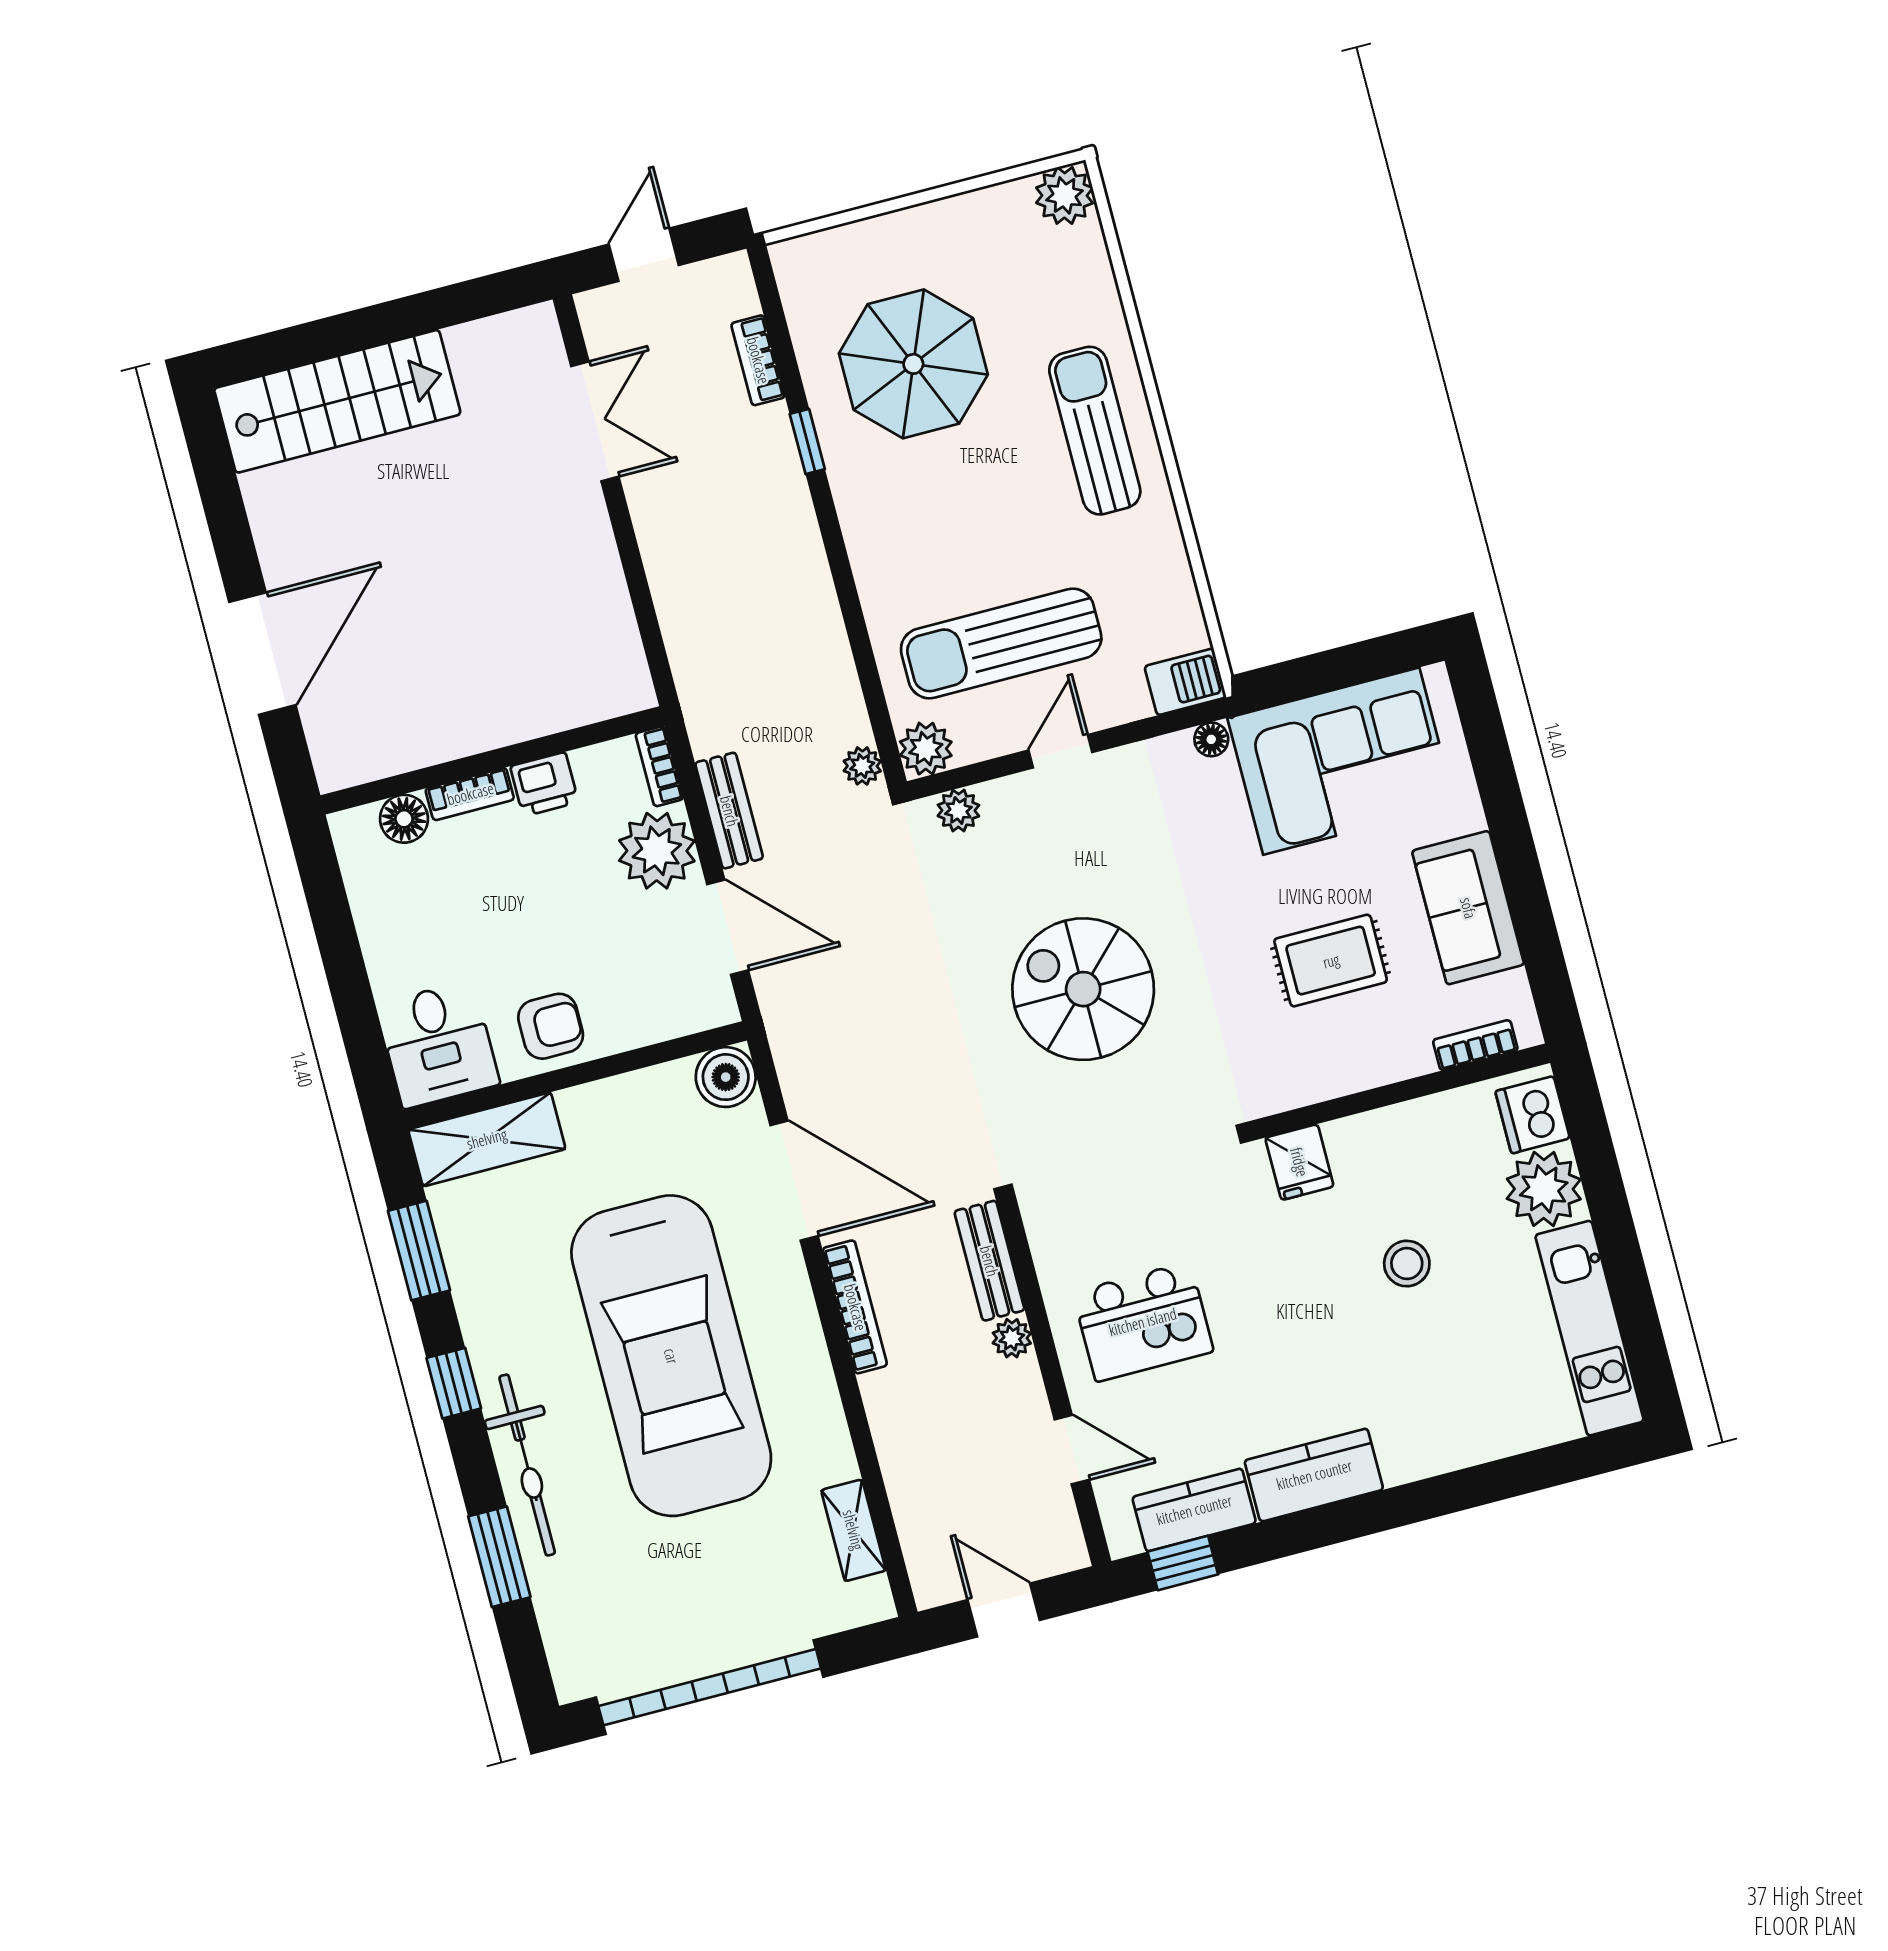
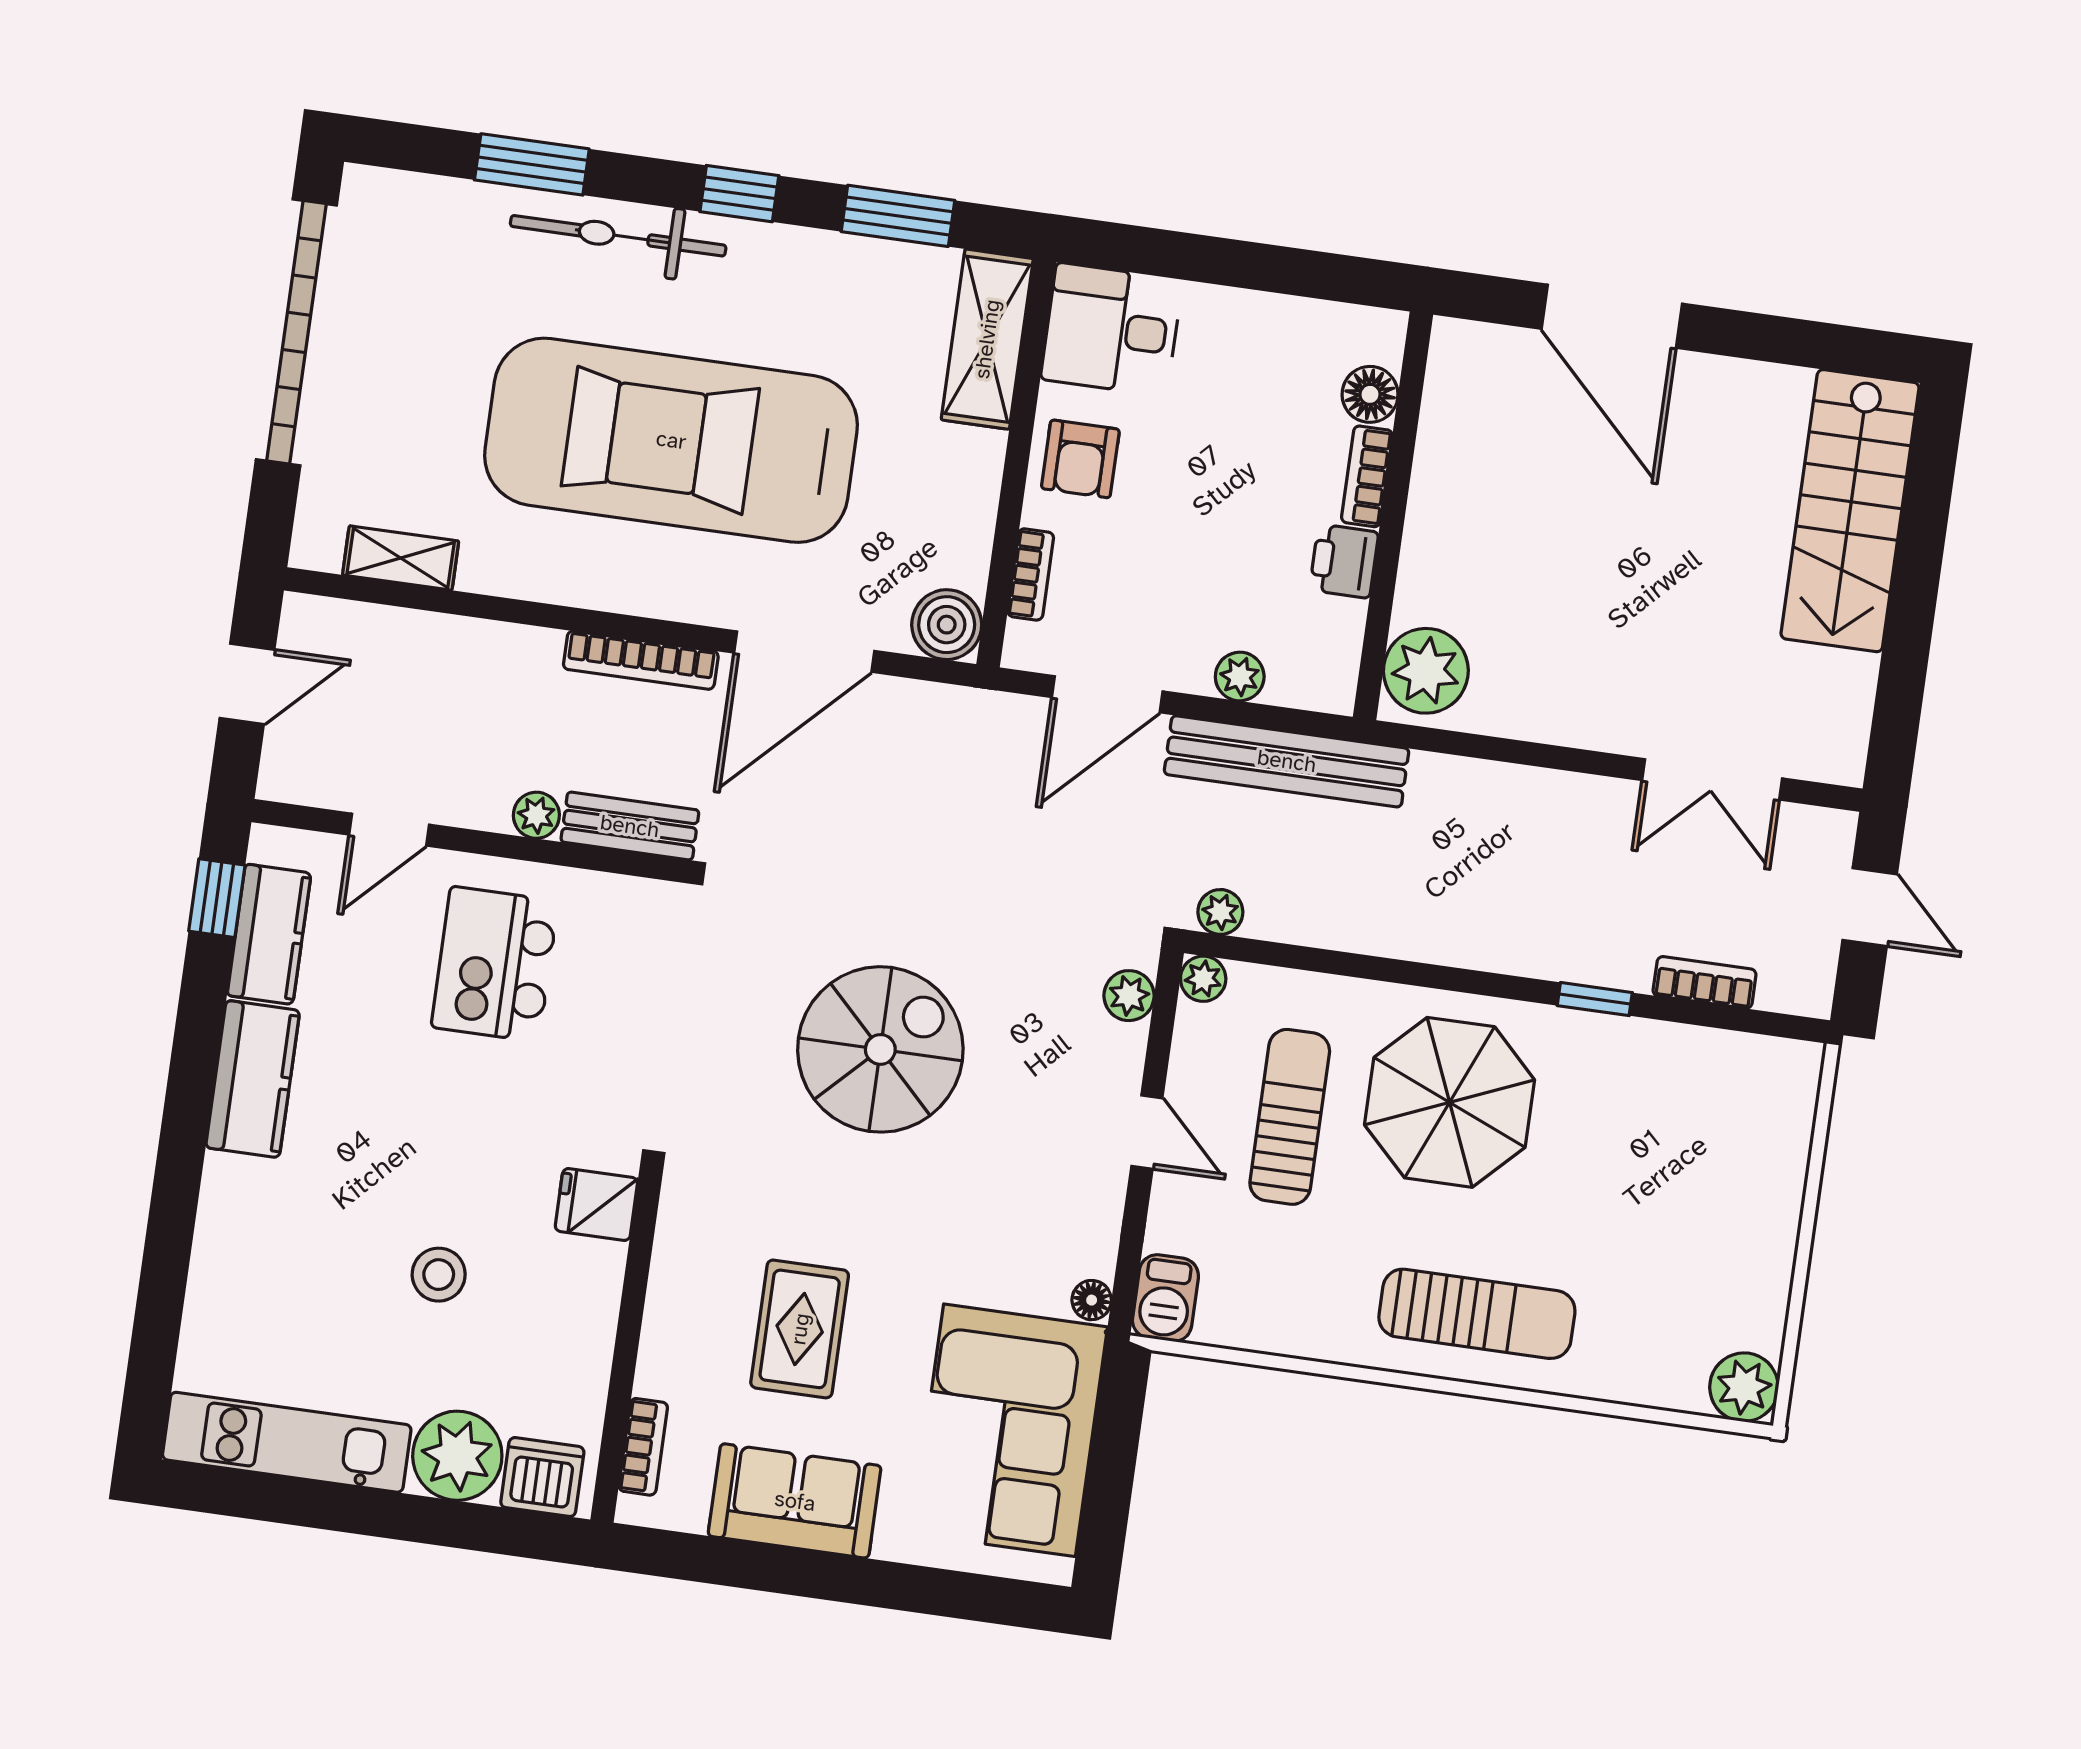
parasol: (913, 364) -> (1450, 1102), moved
sun lounger: (1001, 644) -> (1290, 1117), width x0.73, depth x0.75
plant: (604, 683) -> (1426, 671), added
plant: (926, 749) -> (1203, 979), width x0.73, depth x0.73
bookcase: (659, 766) -> (1031, 574), moved, turned 90
bench: (729, 811) -> (1287, 761), width x1.86, depth x1.21
plant: (657, 851) -> (1240, 677), width x0.53, depth x0.53

